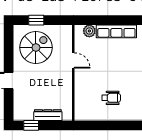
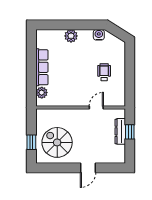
door: (73, 60) -> (96, 108), moved
window: (31, 125) -> (130, 132), moved

